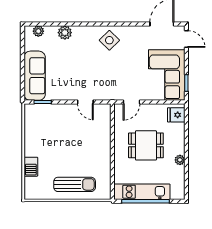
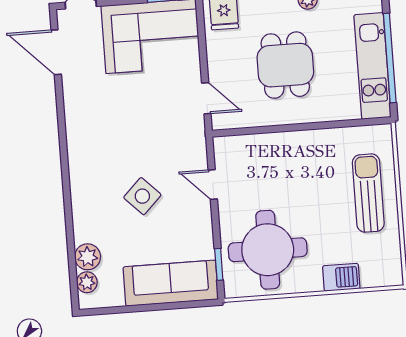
plant: (65, 33) -> (88, 257), moved
side table: (109, 40) -> (142, 196), moved
door: (85, 102) -> (213, 184), swing flipped
round table: (48, 129) -> (268, 250), added

